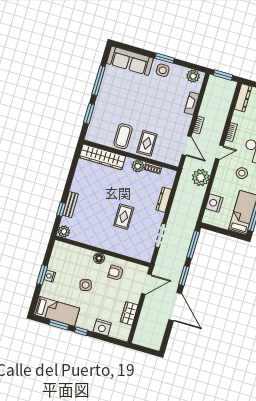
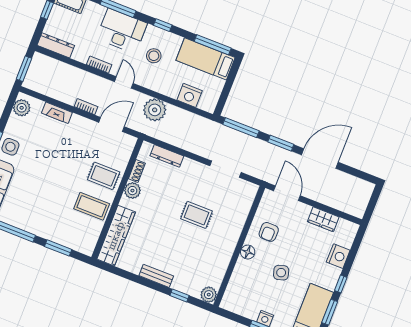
dresser: (164, 200) -> (167, 156), moved
bench: (70, 205) -> (156, 276), moved

